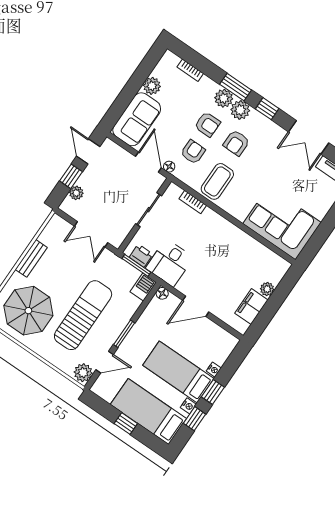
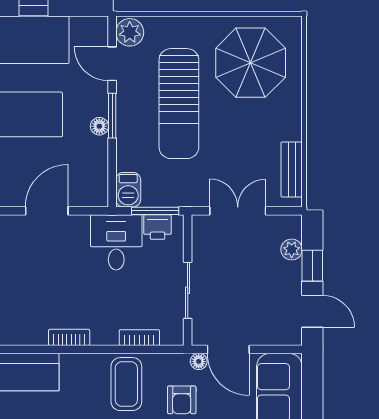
bookcase: (231, 229) -> (69, 337), added
bench: (31, 258) -> (292, 170), moved
floor lamp: (162, 293) -> (99, 126), moved
door: (105, 362) -> (112, 64), hinge flipped

